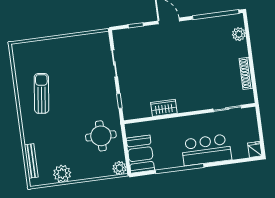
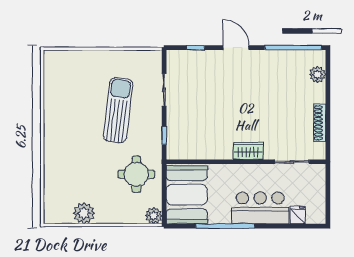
sun lounger: (41, 93) -> (118, 110), moved, width x1.36, depth x1.34
wardrobe: (164, 108) -> (248, 151), moved
fridge: (255, 149) -> (298, 215), moved
booth: (140, 154) -> (187, 195), width x1.36, depth x1.42
bench: (31, 161) -> (49, 193), removed

